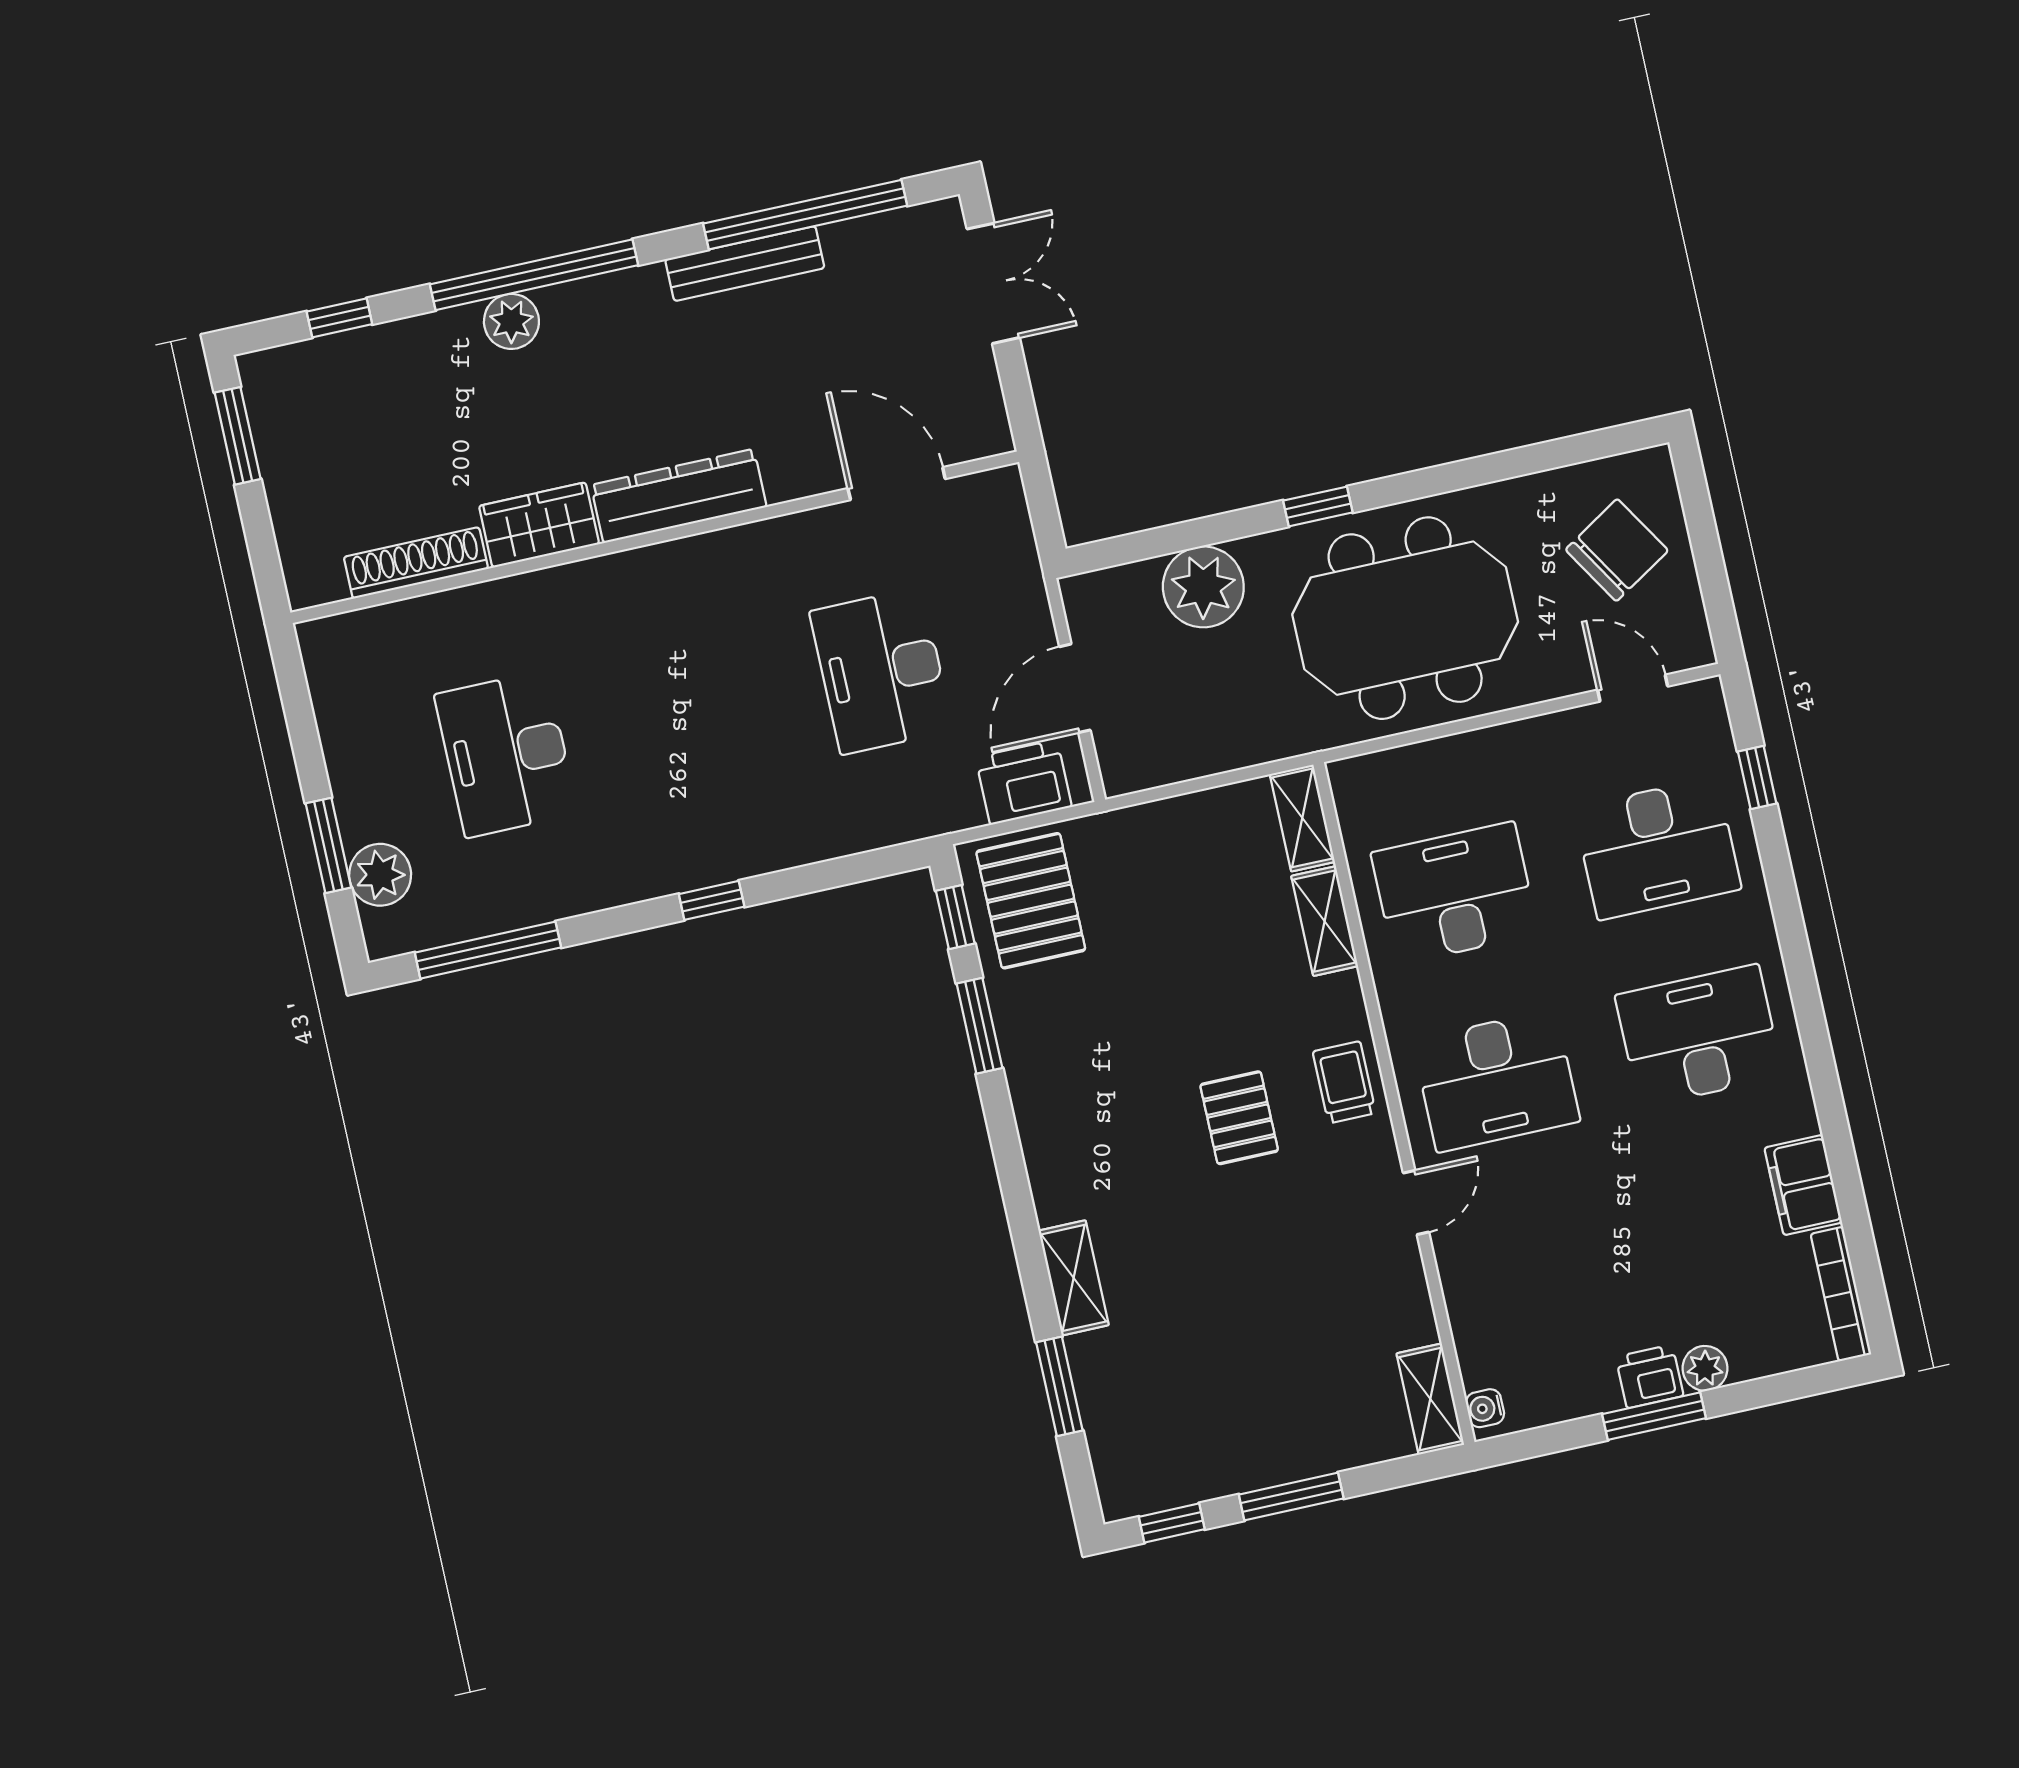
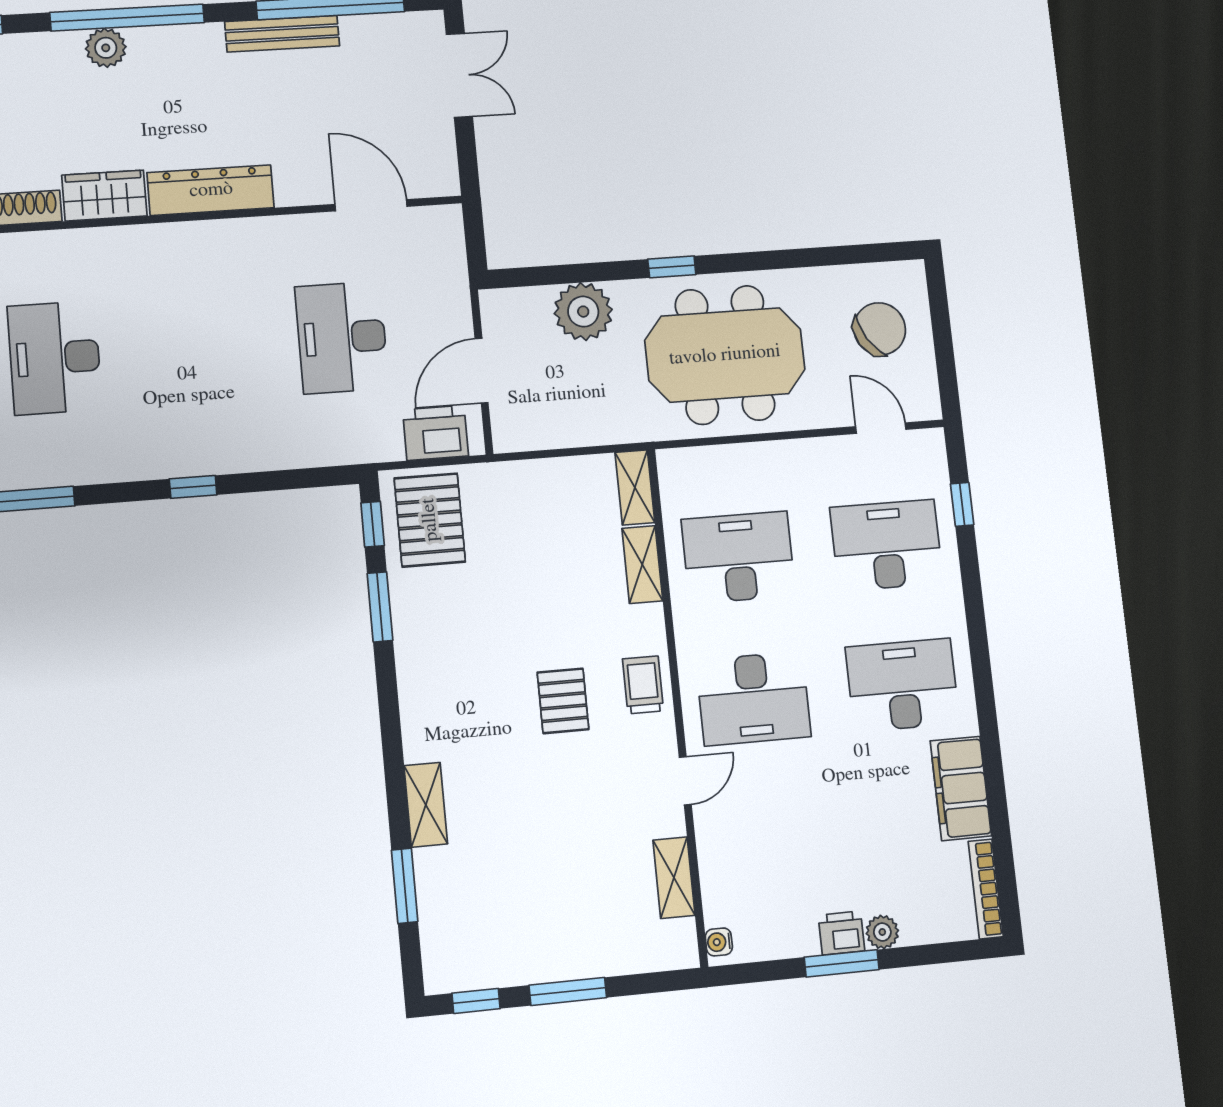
desk: (1657, 848) -> (887, 545), turned 180
filing cabinet: (1803, 1185) -> (961, 788), width x1.50, depth x1.17
shelving: (1430, 1399) -> (674, 878), moved

